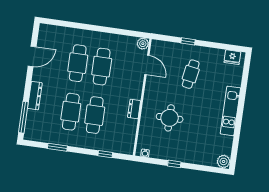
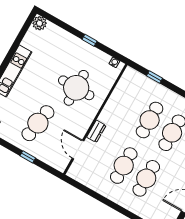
plant: (143, 44) -> (74, 172), removed
cafe table: (191, 74) -> (38, 123), width x1.37, depth x1.35
dresser: (134, 109) -> (96, 131), moved
round table: (170, 118) -> (76, 88), width x1.36, depth x1.36

